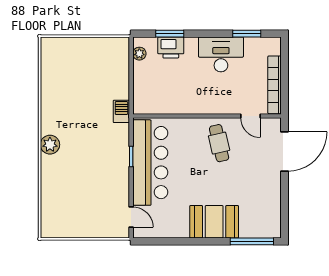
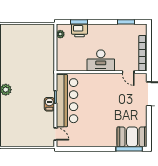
desk: (221, 54) -> (101, 61), moved, turned 180
barbecue: (121, 111) -> (49, 104), moved
cafe table: (219, 143) -> (109, 89), removed
booth: (214, 222) -> (132, 137), moved

